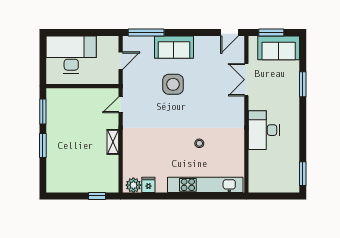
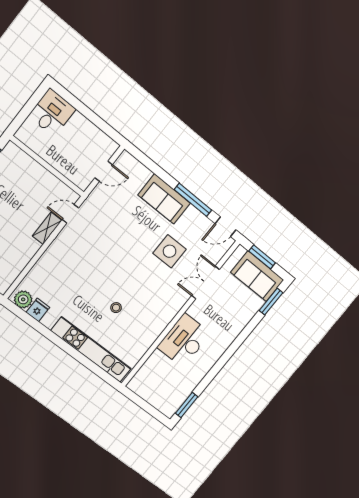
window: (146, 33) -> (193, 200), moved
desk: (71, 55) -> (52, 113), width x0.53, depth x0.77
side table: (173, 84) -> (170, 251), moved
window: (303, 84) -> (271, 302), moved
shelving: (113, 142) -> (47, 228), moved

